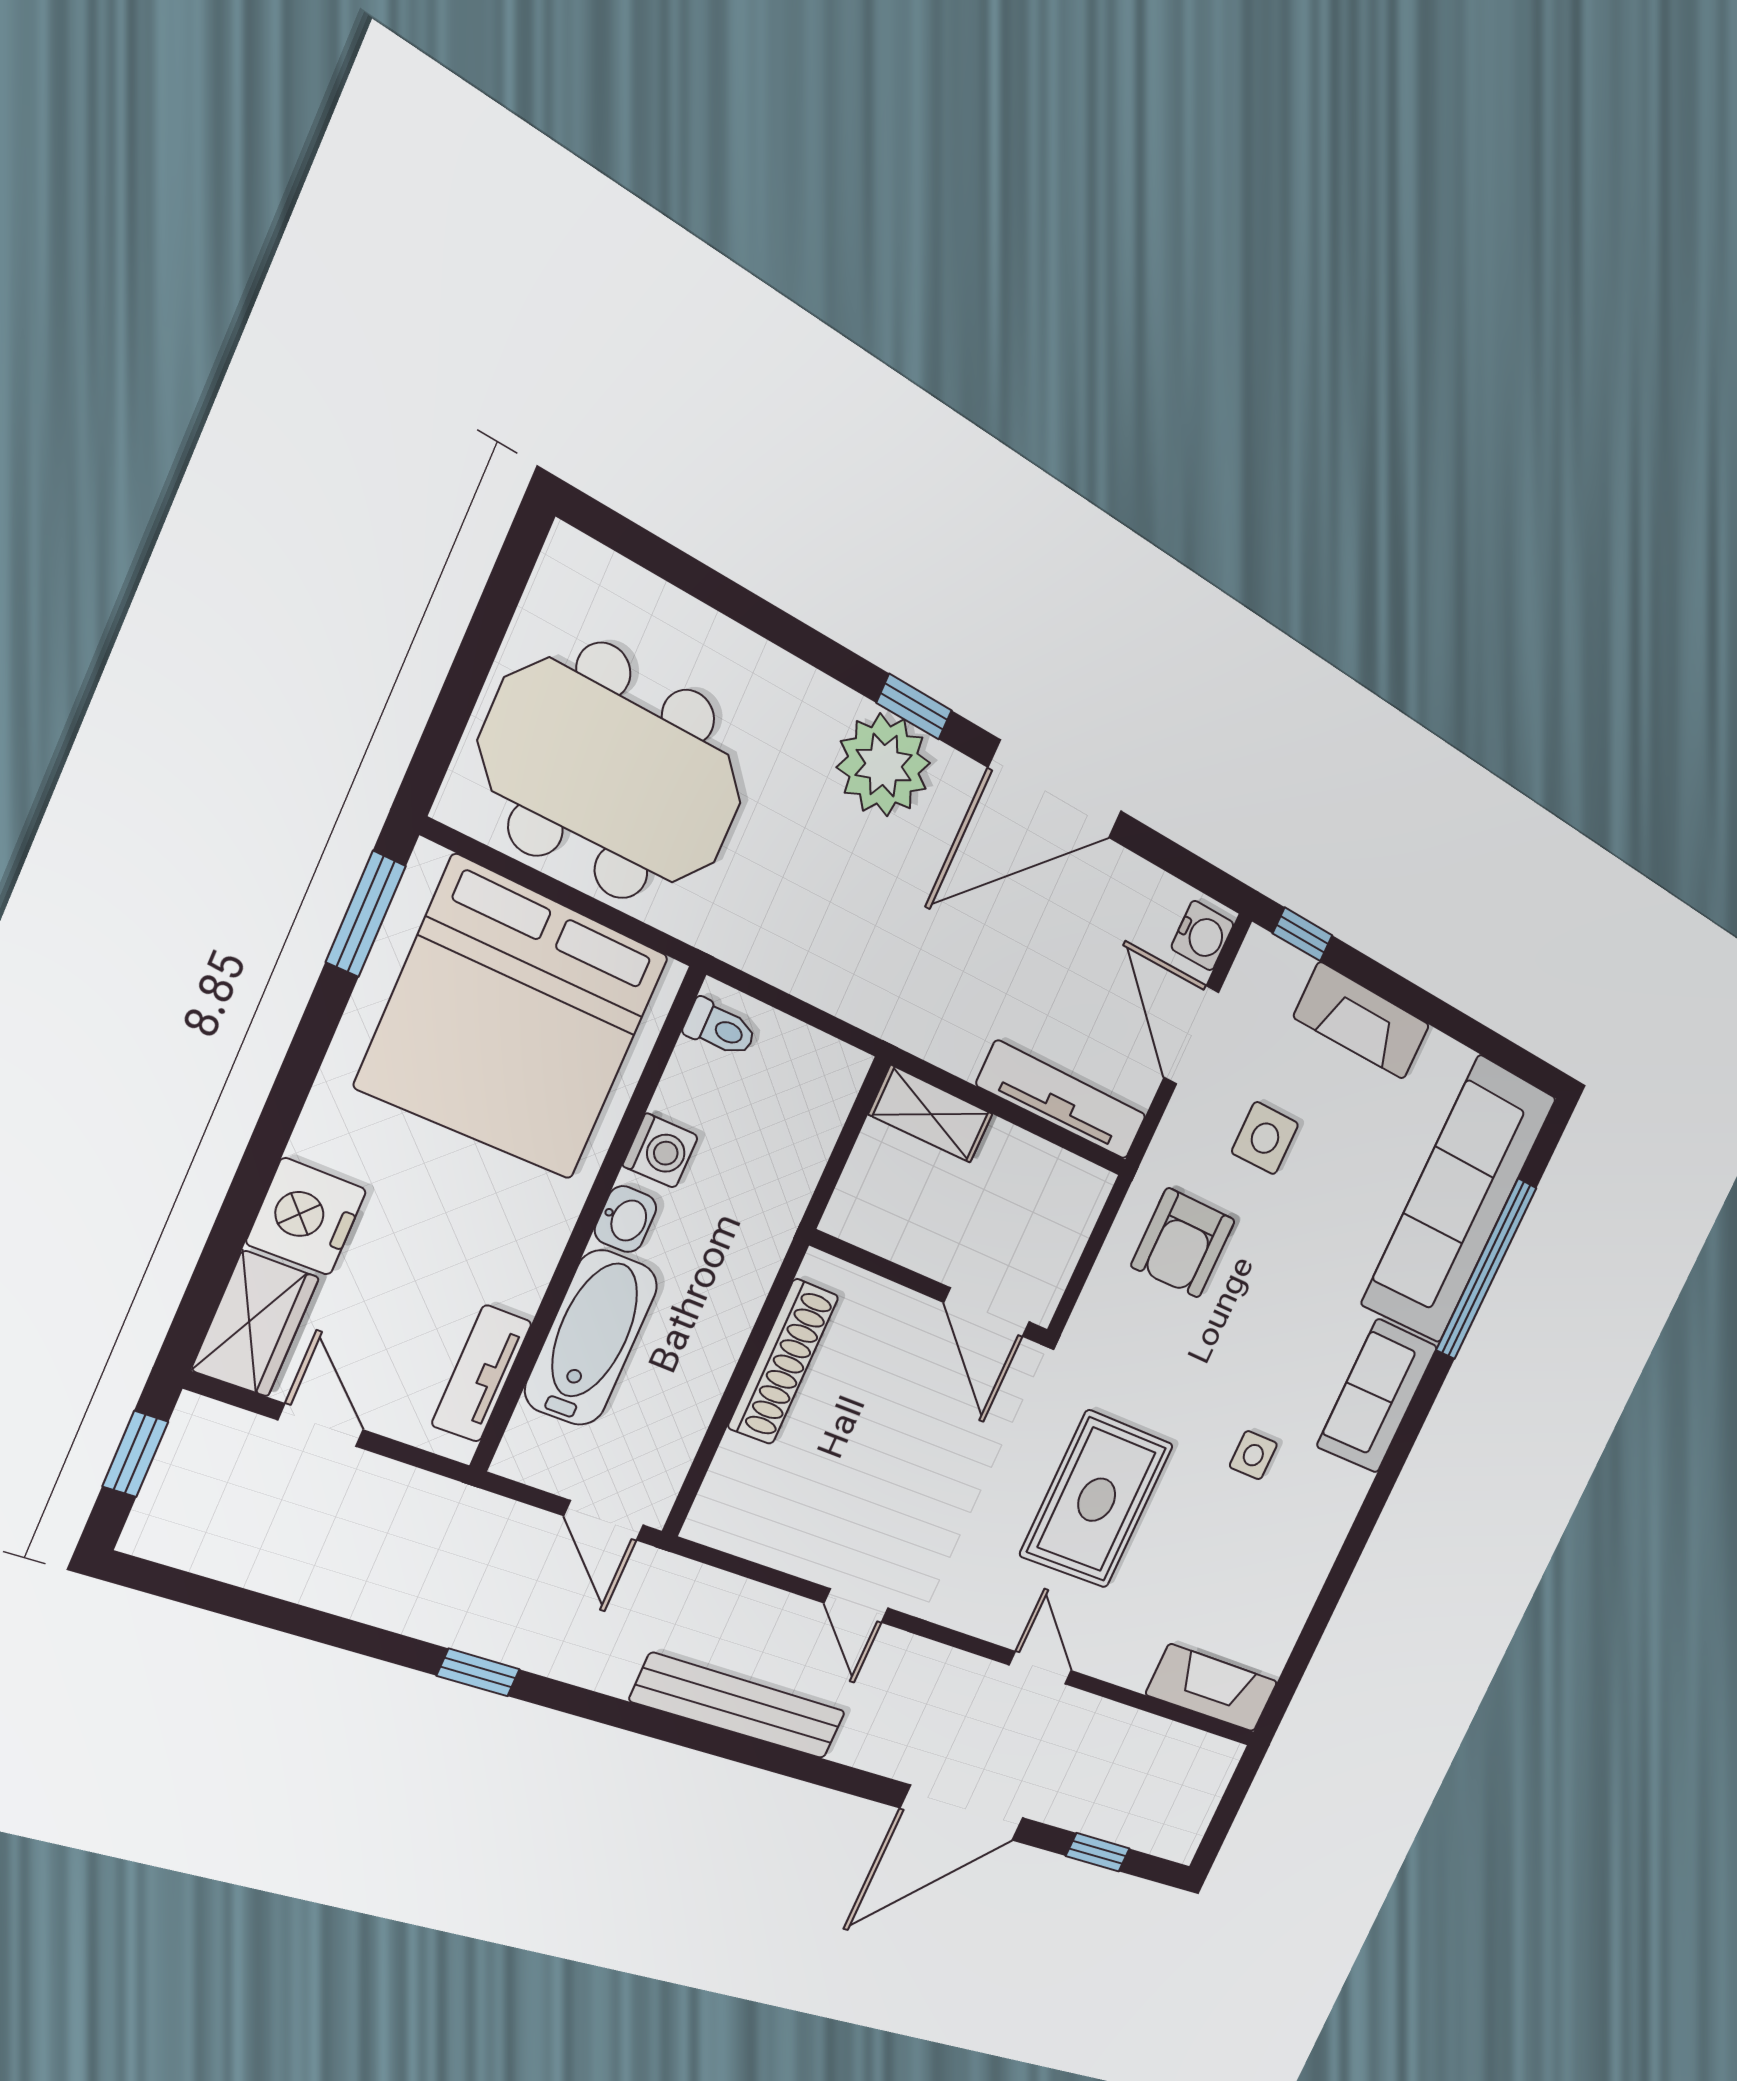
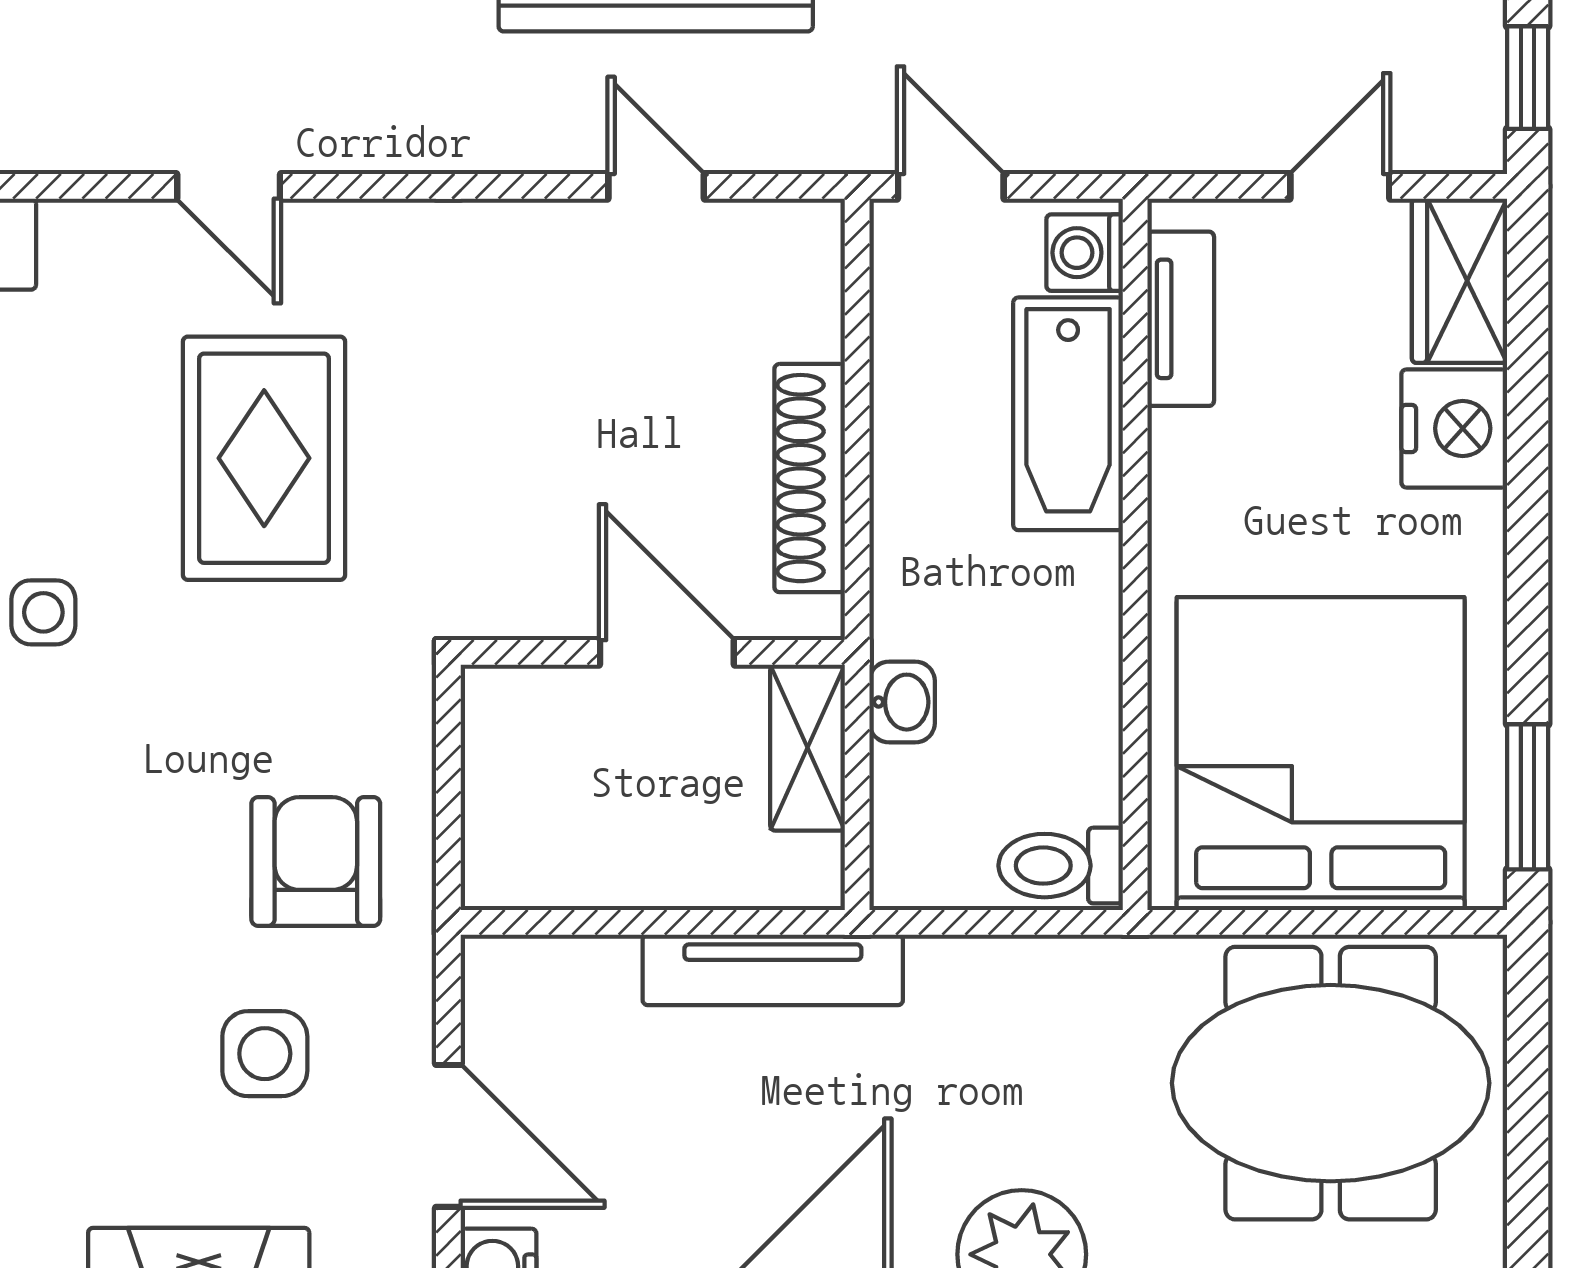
toilet: (720, 1028) -> (1061, 866), width x1.37, depth x1.39
tv unit: (1062, 1100) -> (773, 970), moved
shelving: (931, 1114) -> (808, 748), moved, turned 90
washing machine: (660, 1151) -> (1085, 253), moved
washbasin: (626, 1219) -> (902, 702), moved, turned 180
door: (987, 1312) -> (667, 652), moved
door: (321, 1425) -> (1340, 186), swing flipped
door: (856, 1606) -> (656, 186), moved

